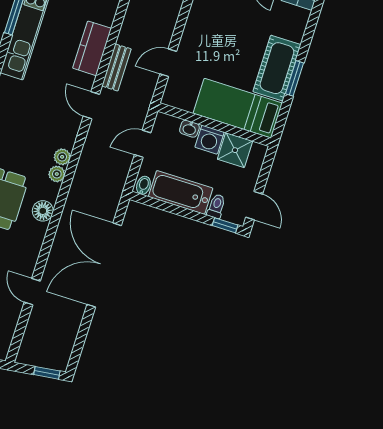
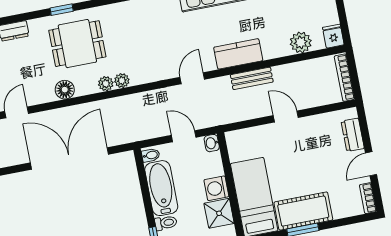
door: (168, 63) -> (286, 116), moved
bench: (116, 67) -> (252, 78), moved
washbasin: (189, 129) -> (212, 143), moved
plant: (62, 157) -> (106, 84), moved
floor lamp: (43, 211) -> (65, 90), moved

